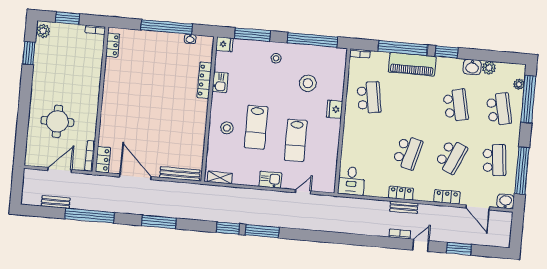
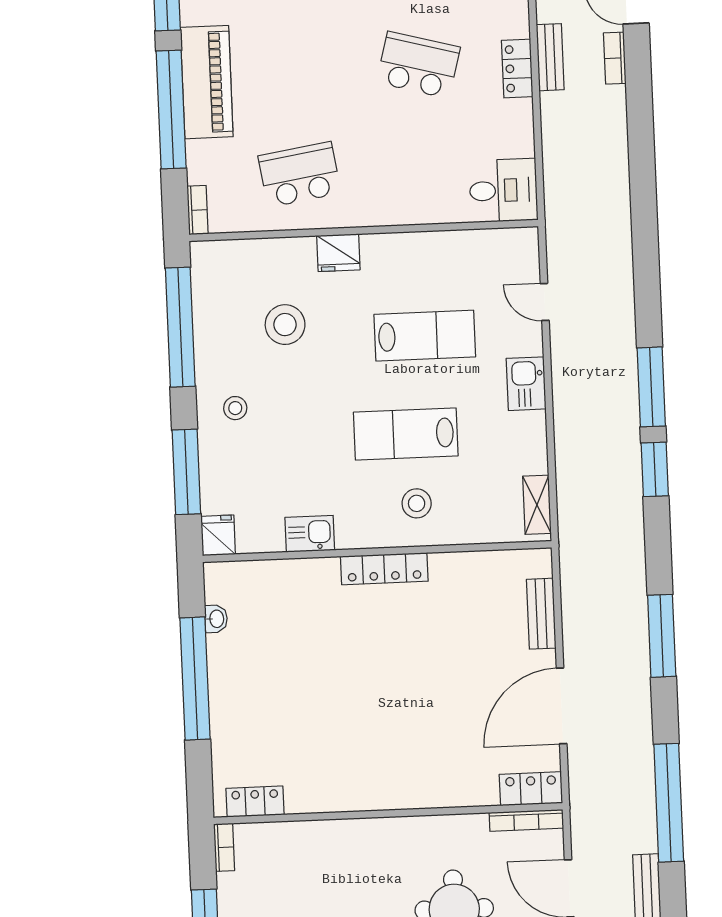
locker: (204, 80) -> (384, 569), moved
lab bench: (256, 127) -> (406, 434), turned 180
bench: (180, 174) -> (541, 614), width x0.73

